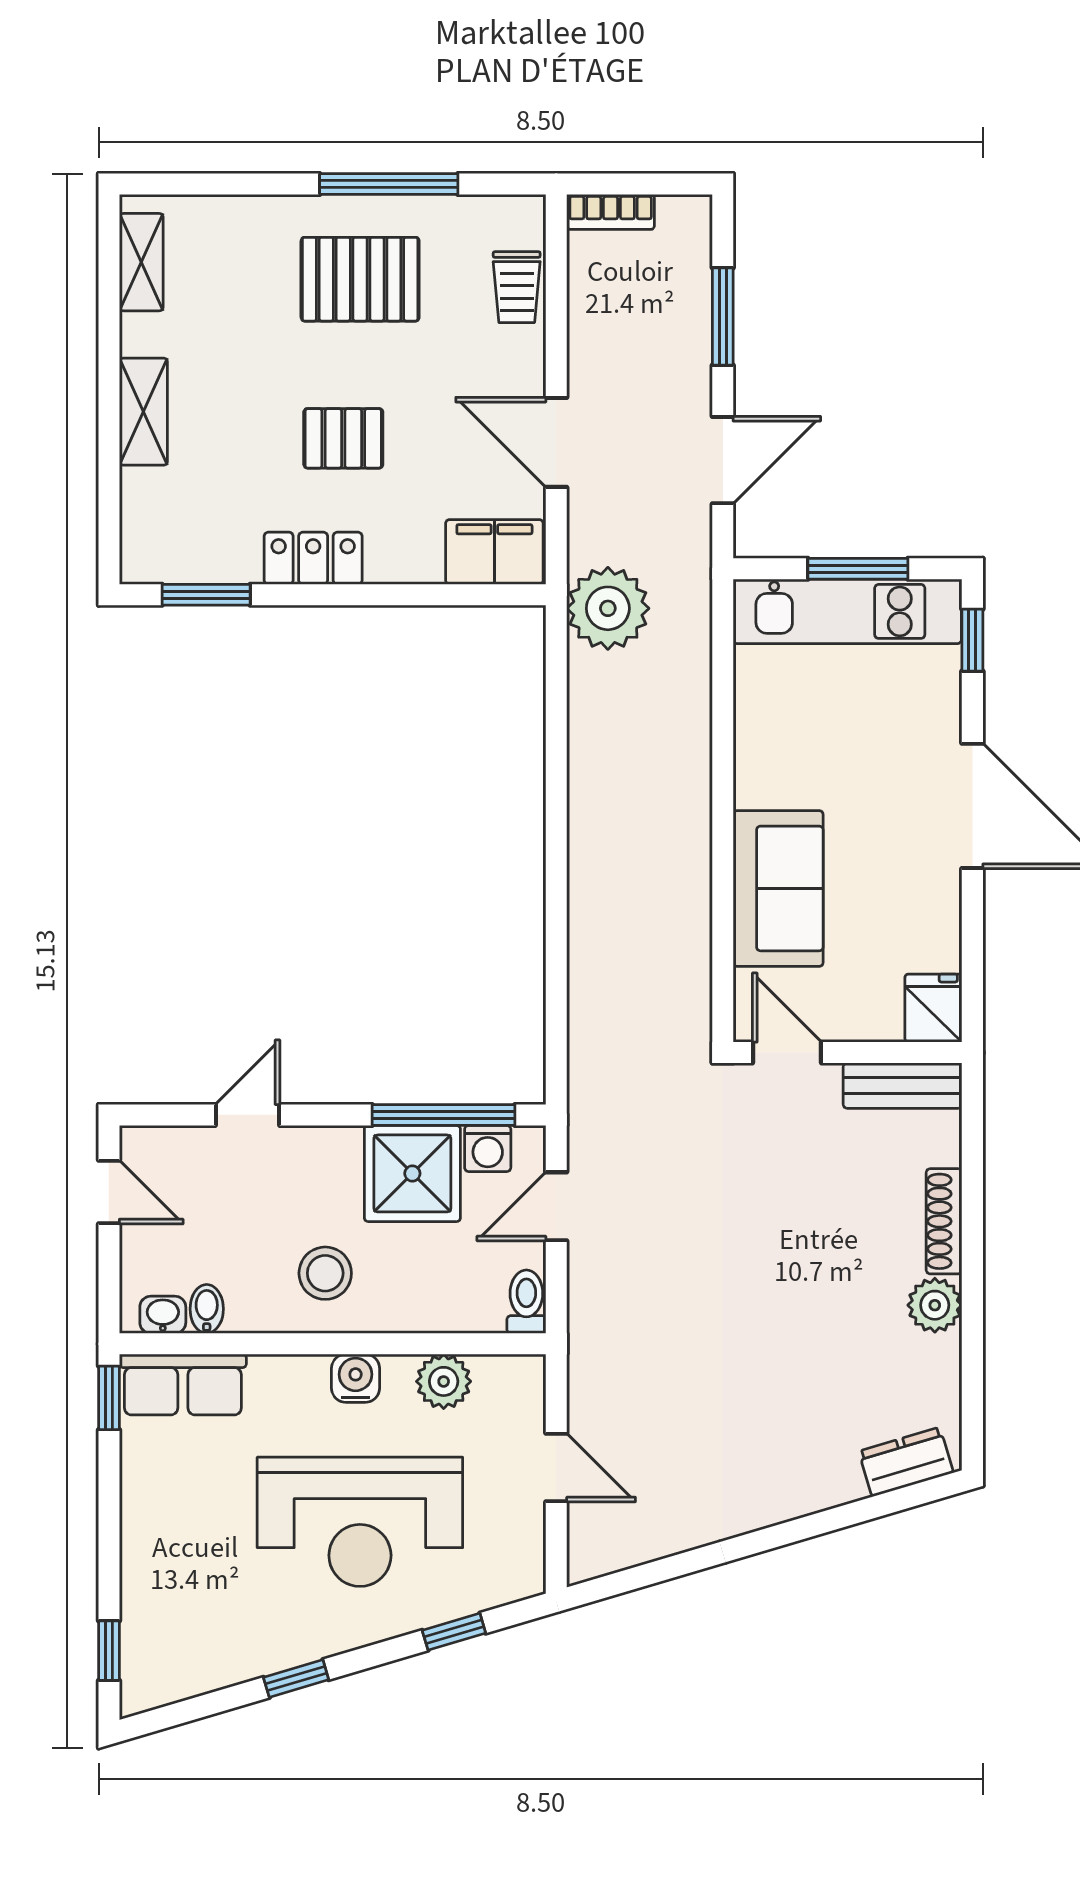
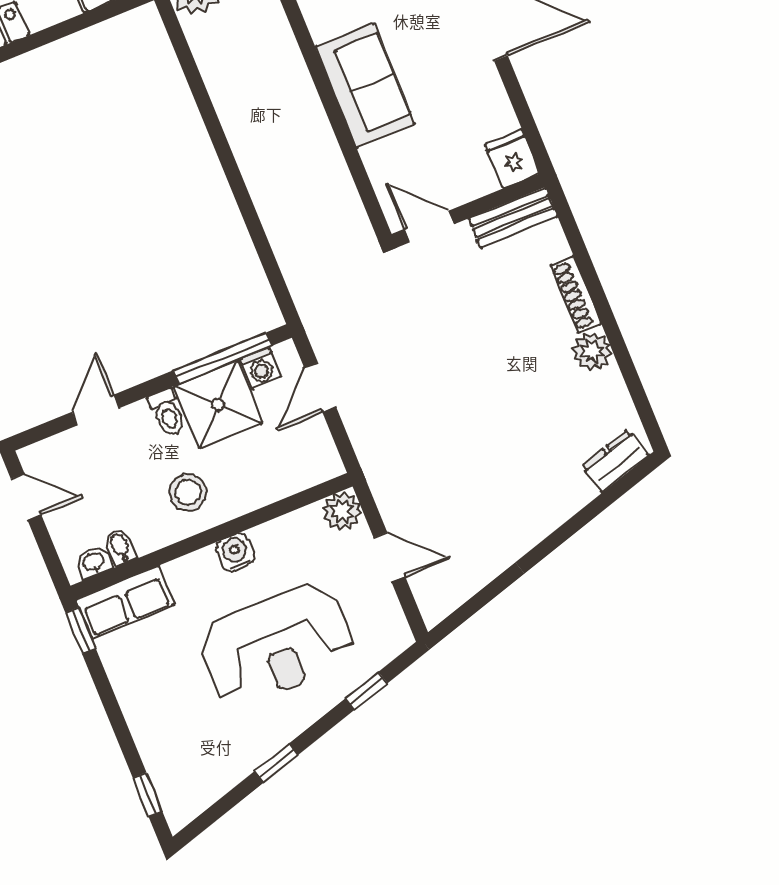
sofa: (778, 888) -> (365, 85), moved
toilet: (526, 1302) -> (167, 413), moved, turned 180
plant: (444, 1381) -> (342, 511), moved

